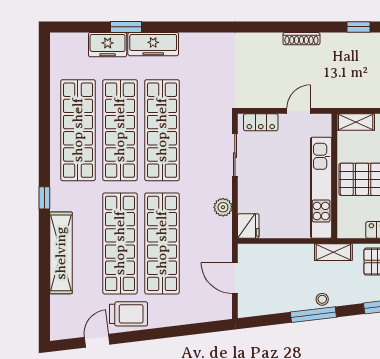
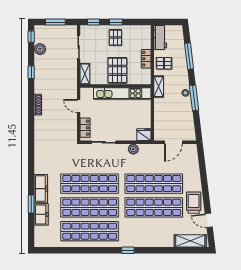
shelving: (61, 253) -> (190, 241), moved, width x0.68

